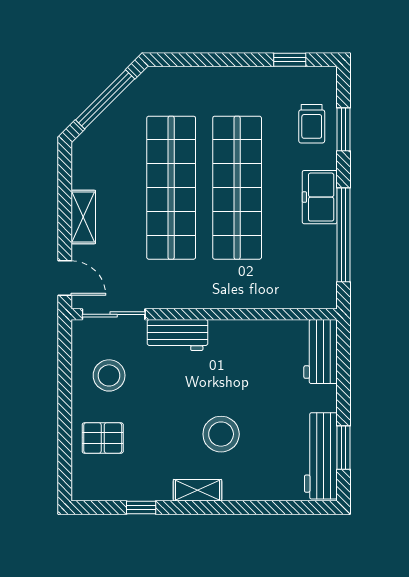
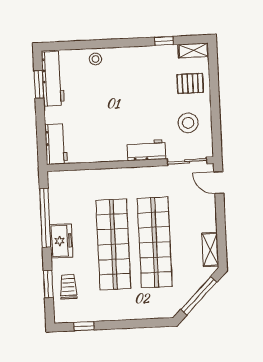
shelving: (83, 217) -> (210, 249), moved
stool: (221, 434) -> (95, 59), moved, width x0.53, depth x0.53
shelving: (197, 490) -> (193, 50), moved

